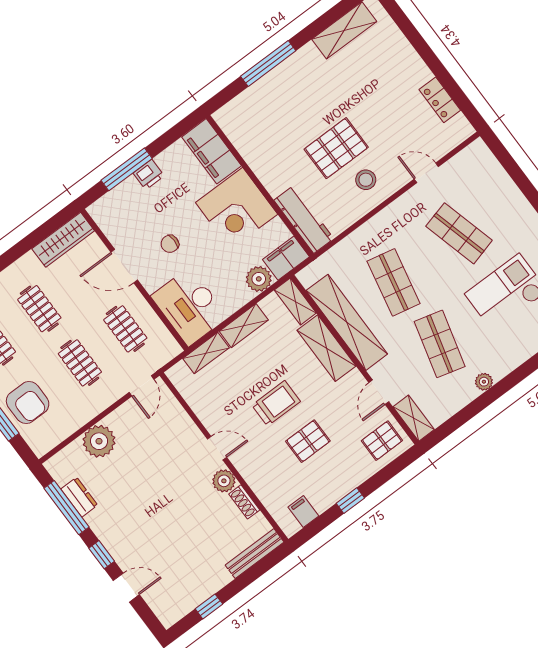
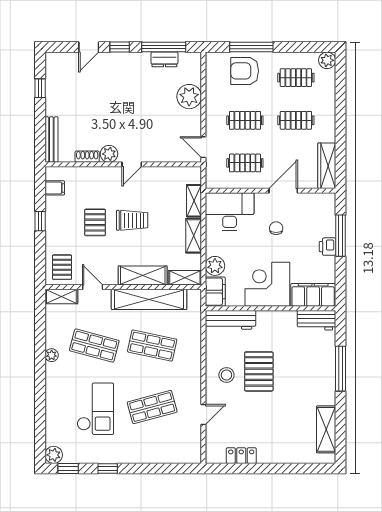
workbench: (236, 128) -> (316, 320), added
trolley: (276, 403) -> (132, 220), turned -90

